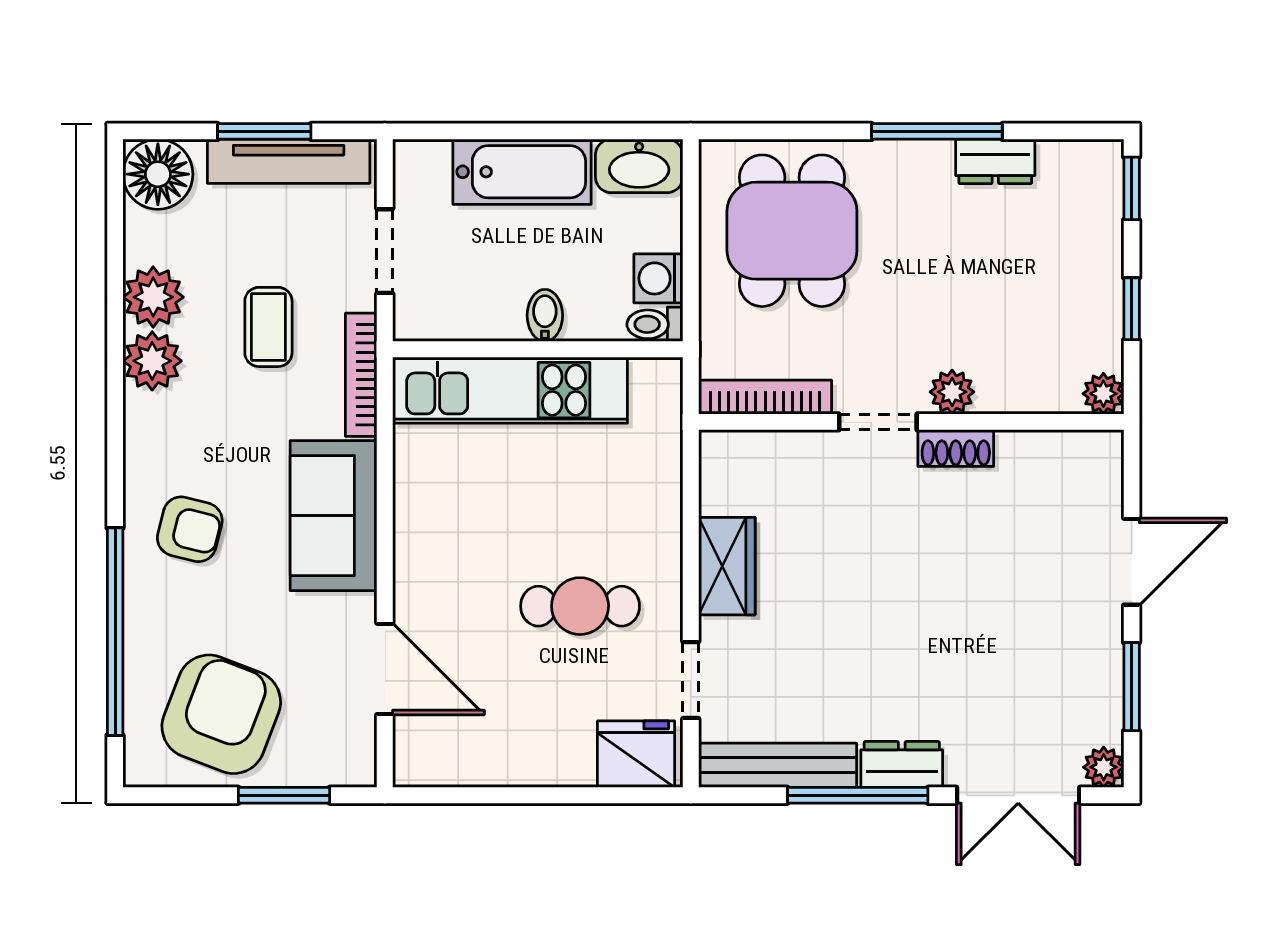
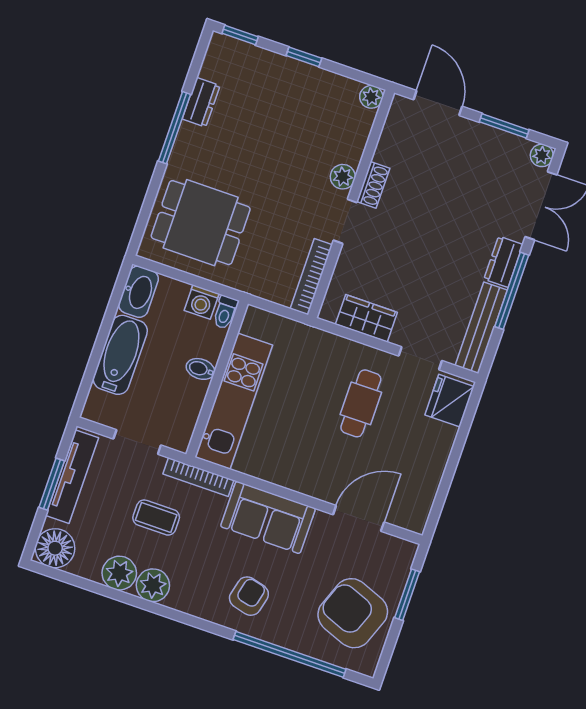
plant: (952, 392) -> (343, 177), moved
plant: (1103, 394) -> (371, 97), moved
bookcase: (765, 397) -> (311, 277), moved
doorway: (878, 422) -> (345, 221), moved
wall: (911, 422) -> (351, 204), moved
shoe rack: (956, 448) -> (373, 185), moved

